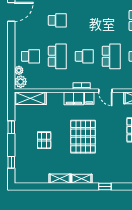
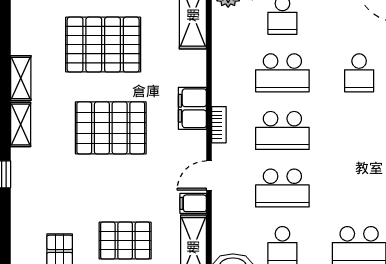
school desk: (84, 56) -> (282, 130), width x1.85
filing cabinet: (89, 98) -> (193, 203), moved
pallet: (44, 140) -> (103, 45), width x2.05, depth x2.00

